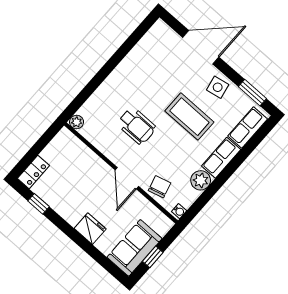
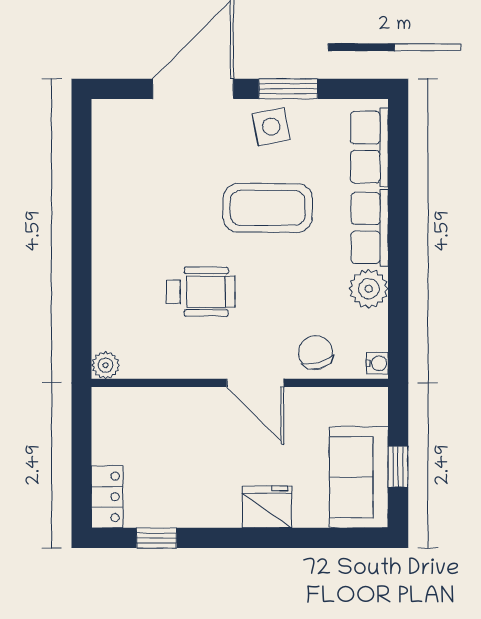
window: (252, 93) -> (288, 89), moved

